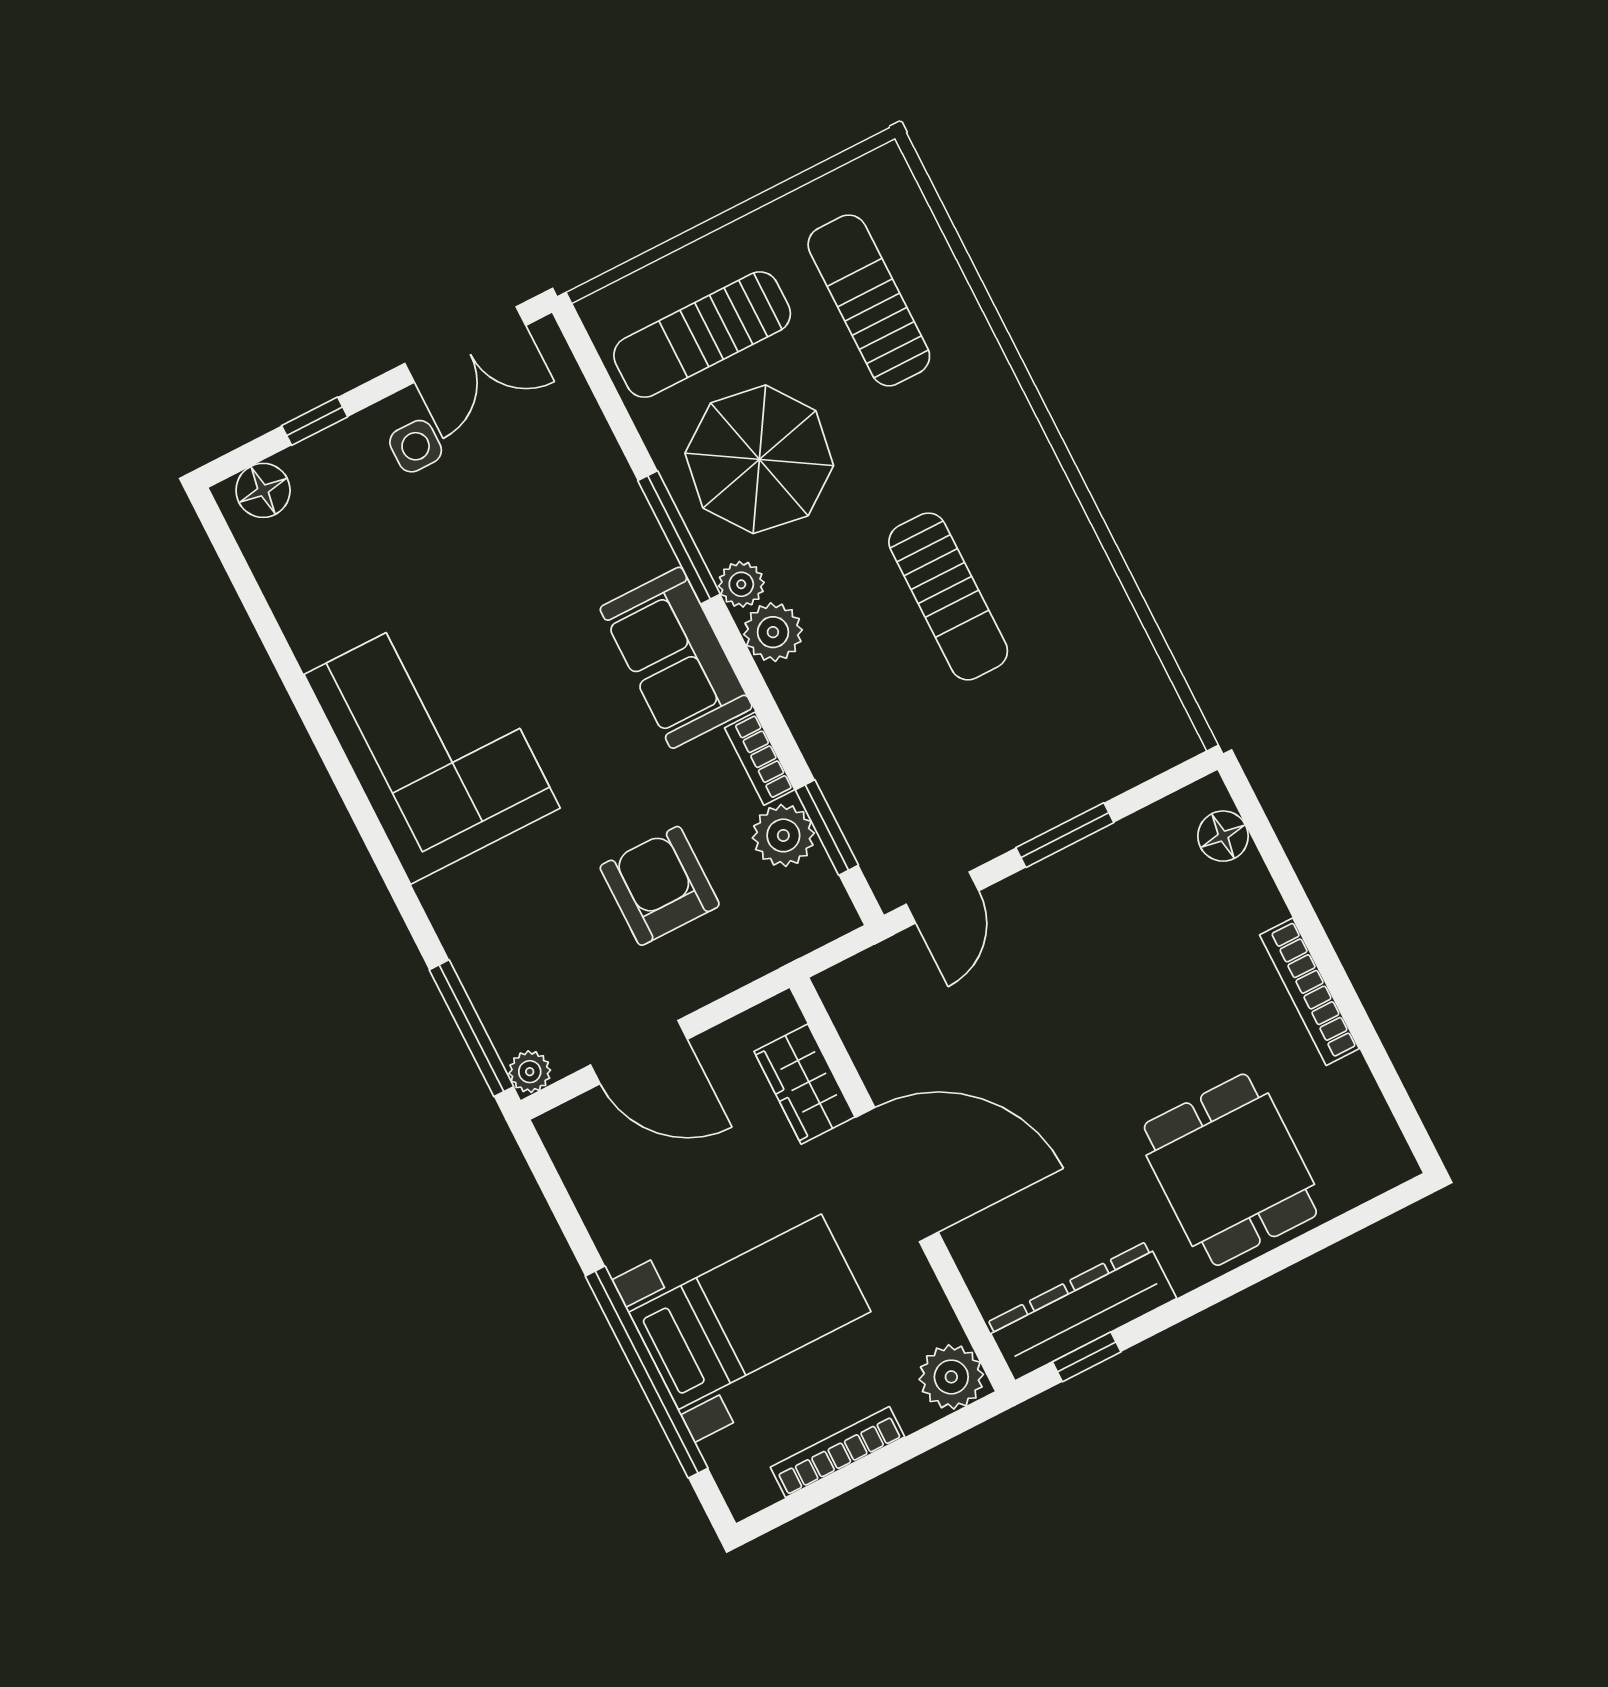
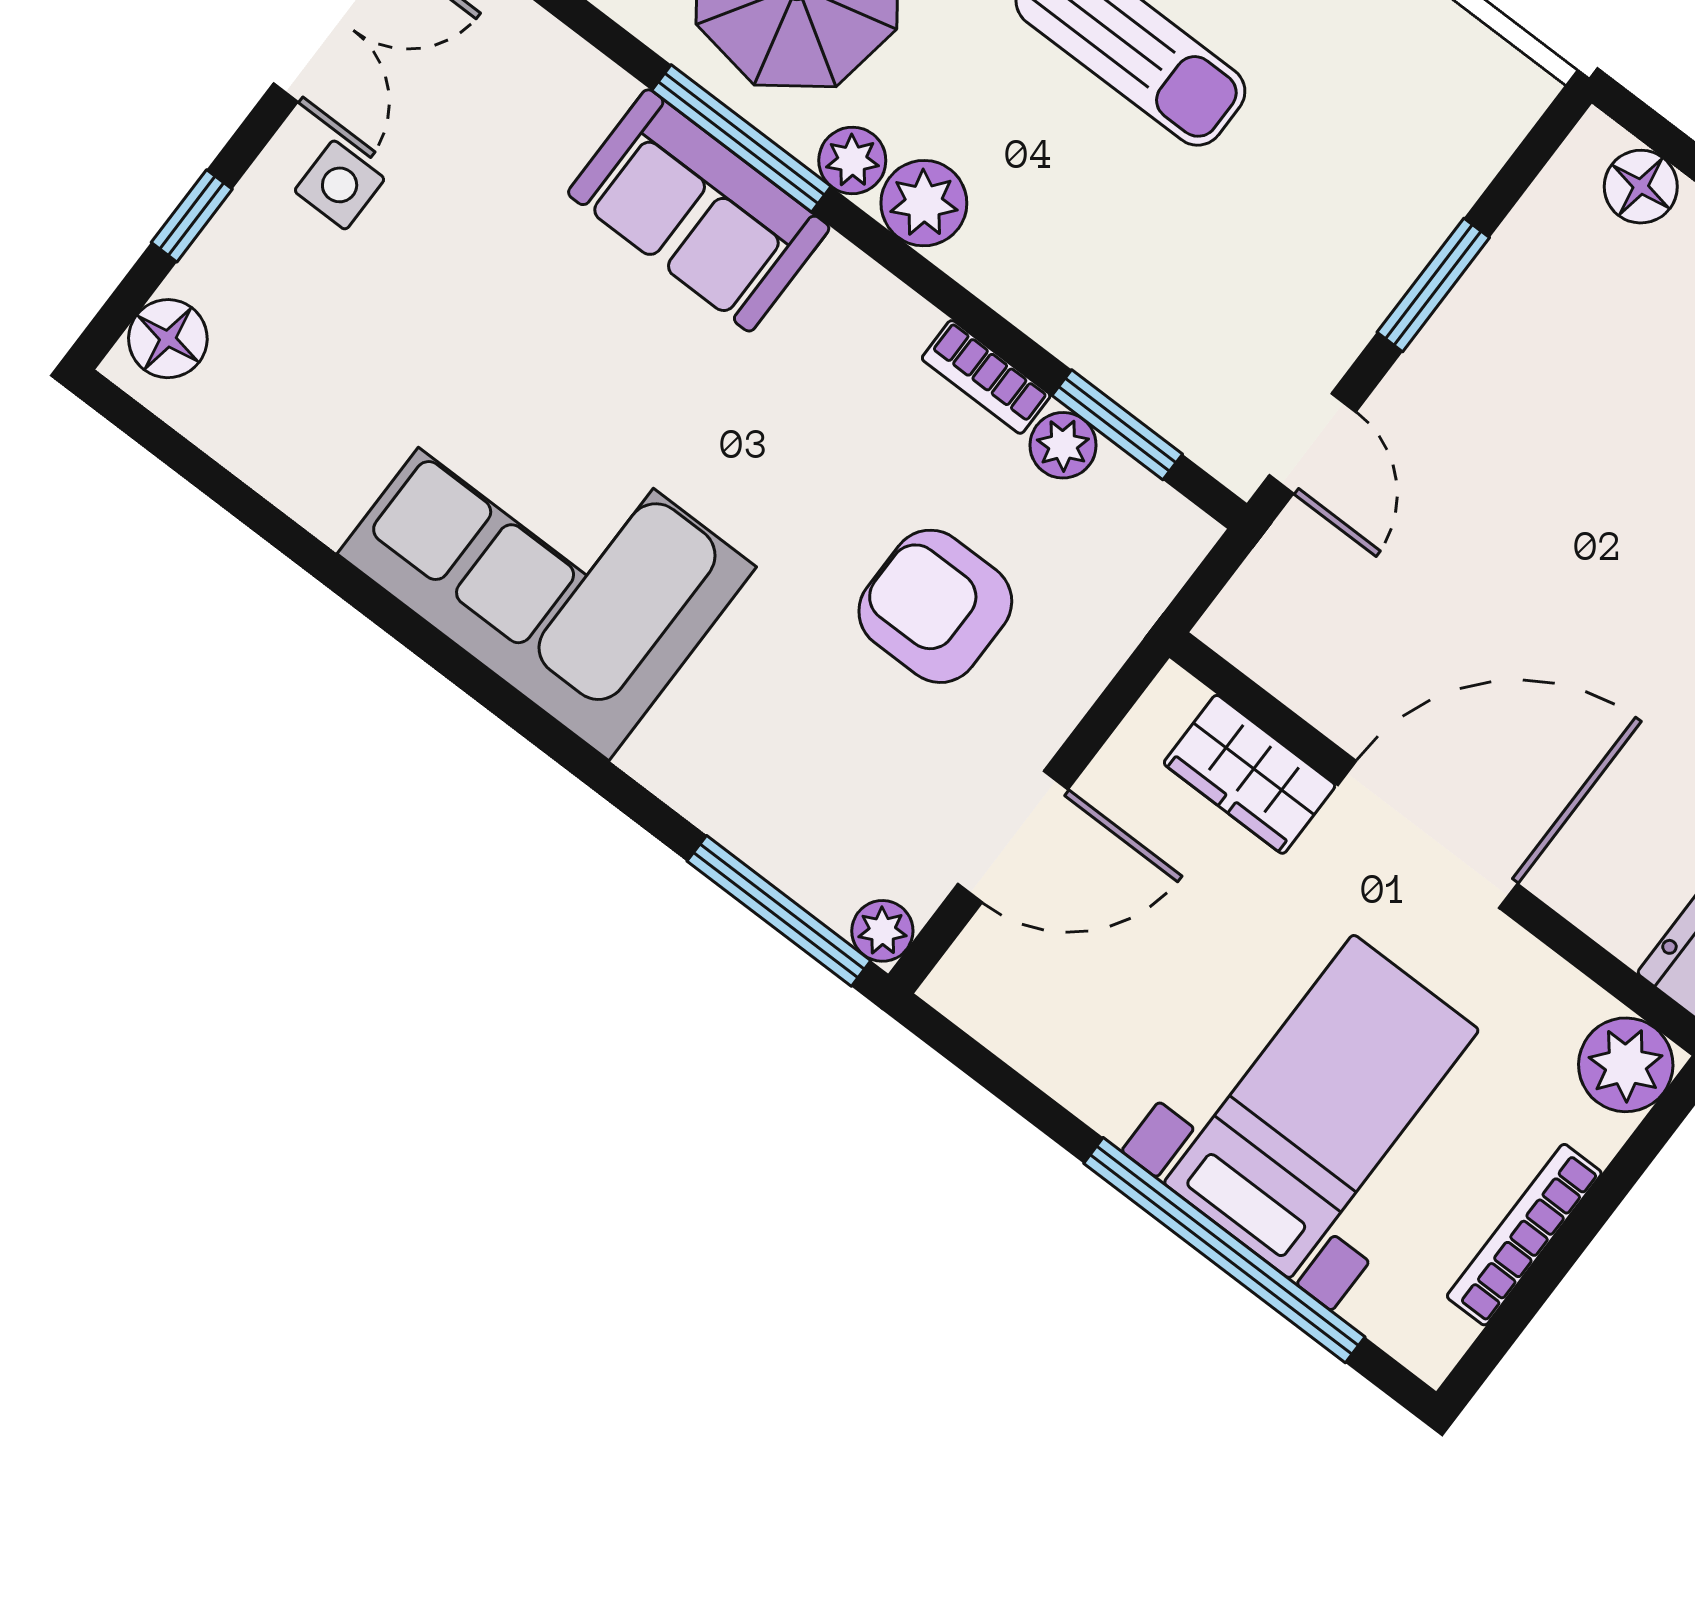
sofa: (676, 658) -> (699, 210), moved
plant: (783, 835) -> (1063, 445), width x0.73, depth x0.73

